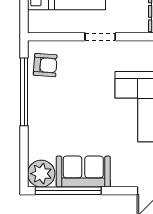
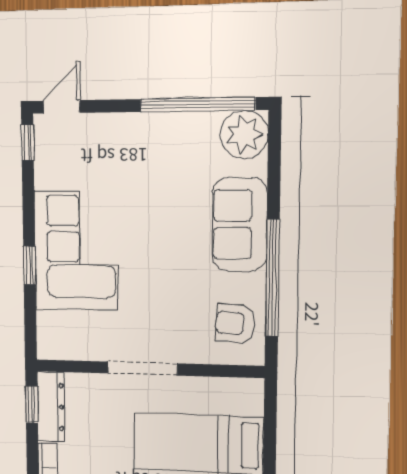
doorway: (100, 37) -> (143, 368), width x1.38
sofa: (83, 172) -> (240, 225), moved, turned 90

